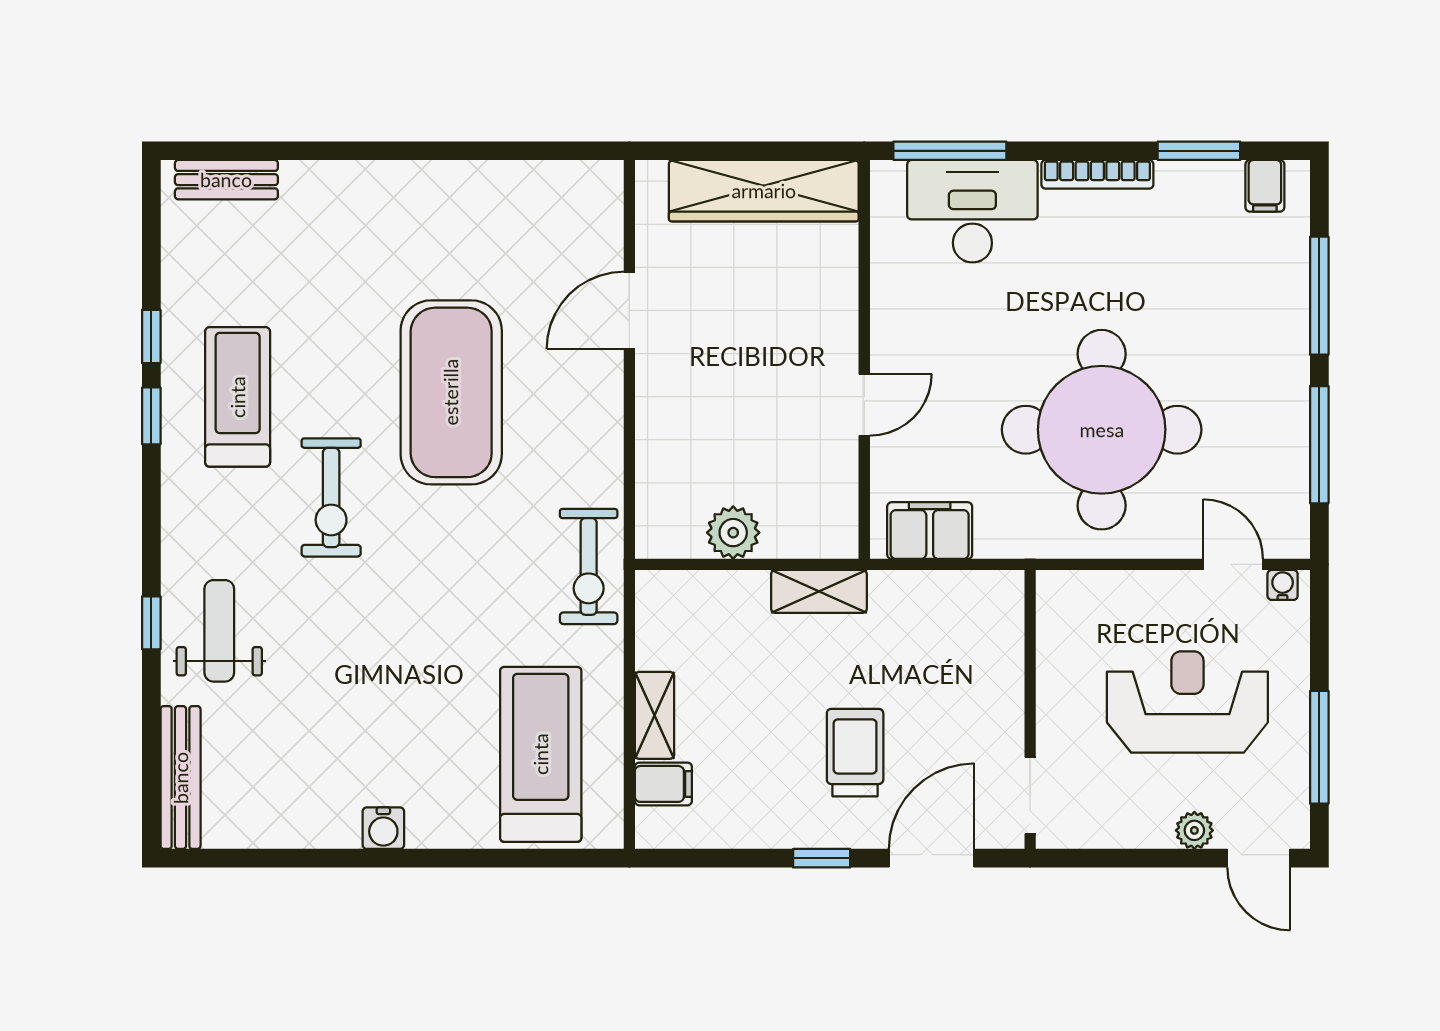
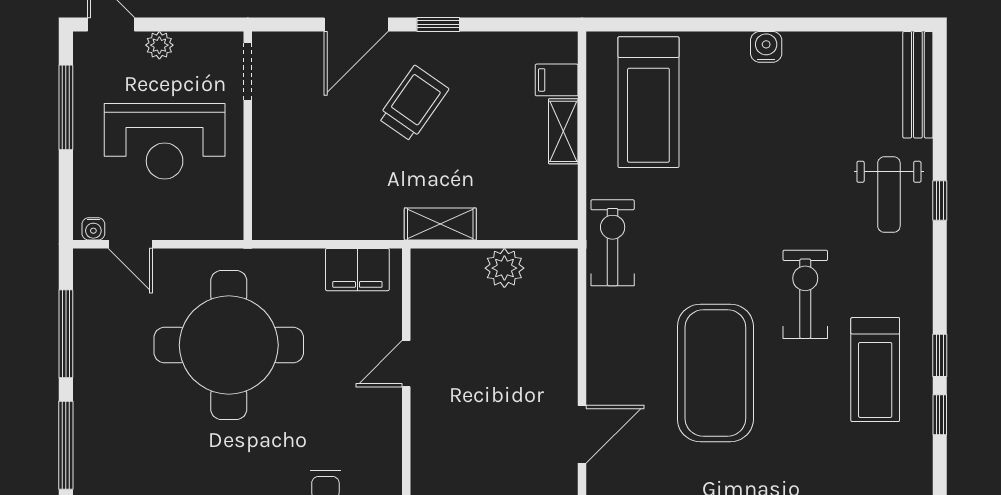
wall: (1030, 709) -> (248, 136), moved
trolley: (855, 753) -> (413, 103), turned -145
doorway: (1030, 796) -> (248, 71), moved

